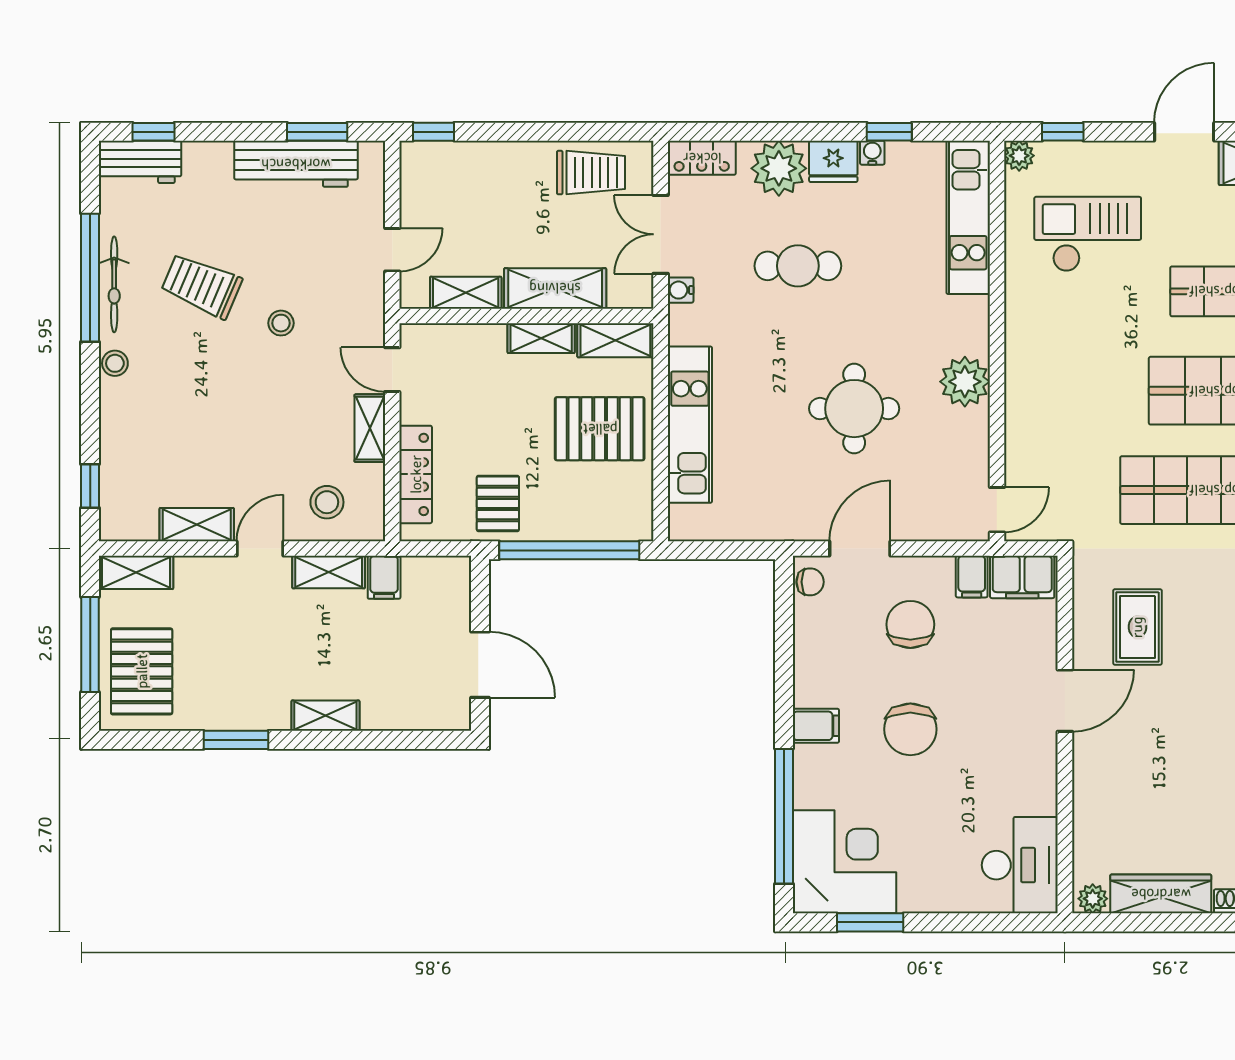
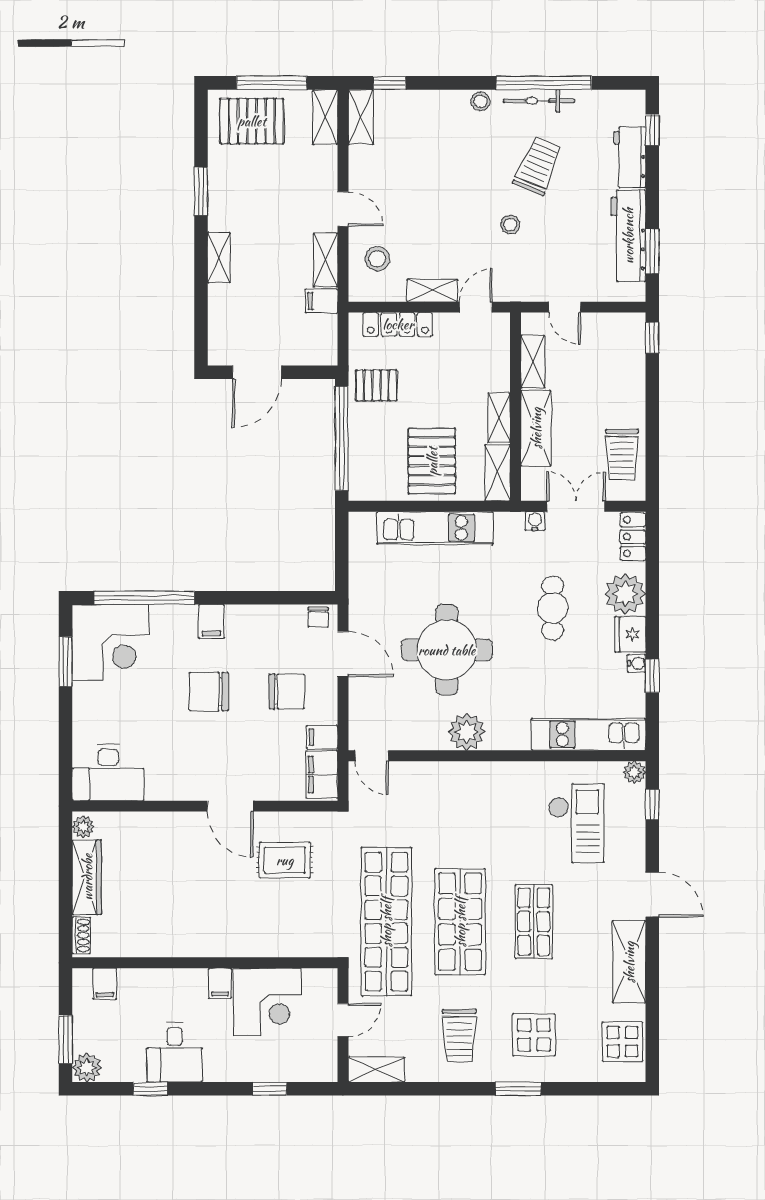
workbench: (140, 162) -> (630, 157), moved
round table: (854, 409) -> (447, 650), width x1.36, depth x1.36
shelving: (197, 525) -> (361, 117), moved

